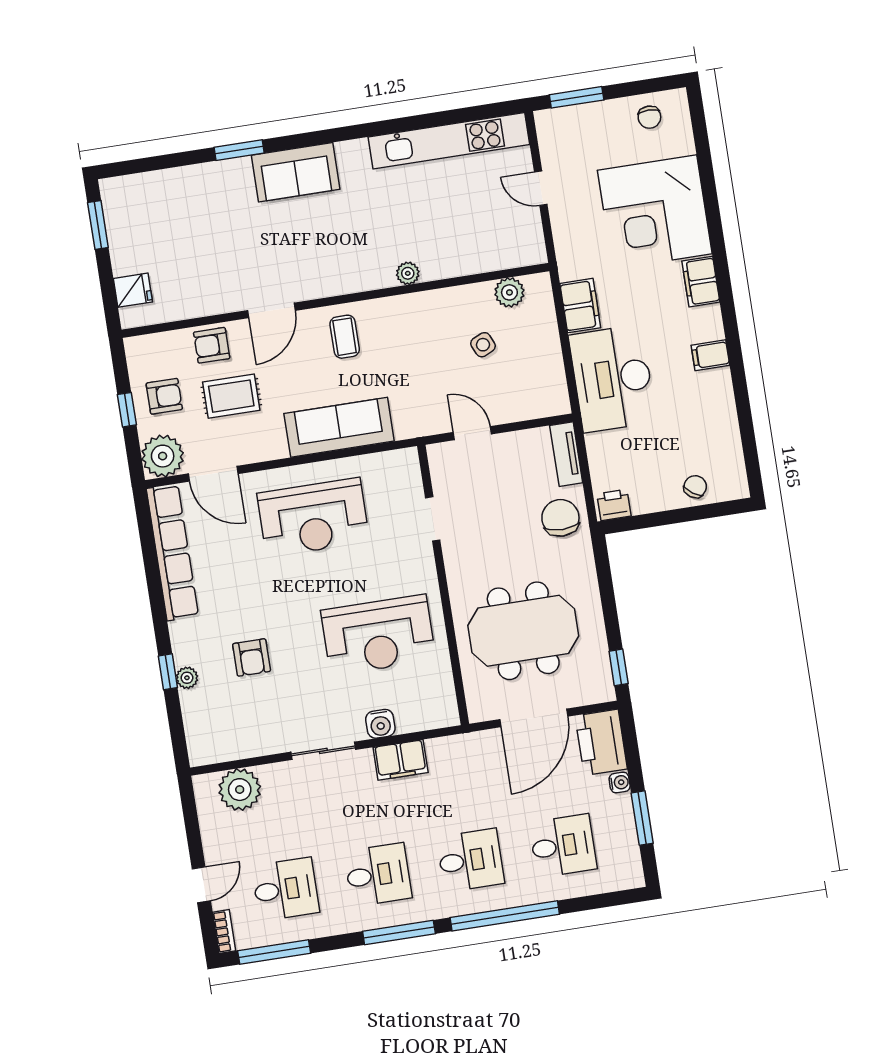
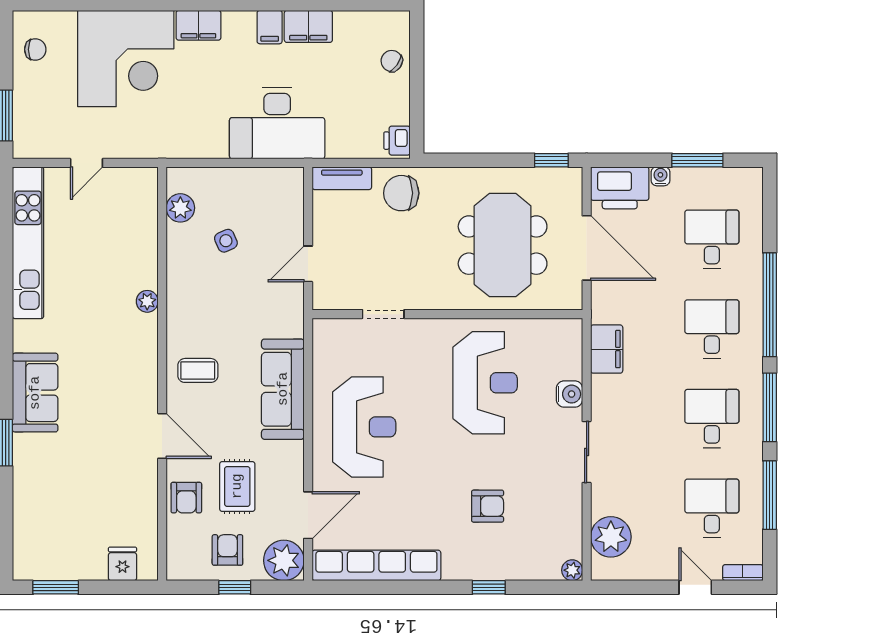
filing cabinet: (580, 306) -> (308, 26), moved, turned 180
plant: (187, 678) -> (572, 570), moved
filing cabinet: (401, 760) -> (607, 349), moved
window: (274, 952) -> (770, 495), moved

